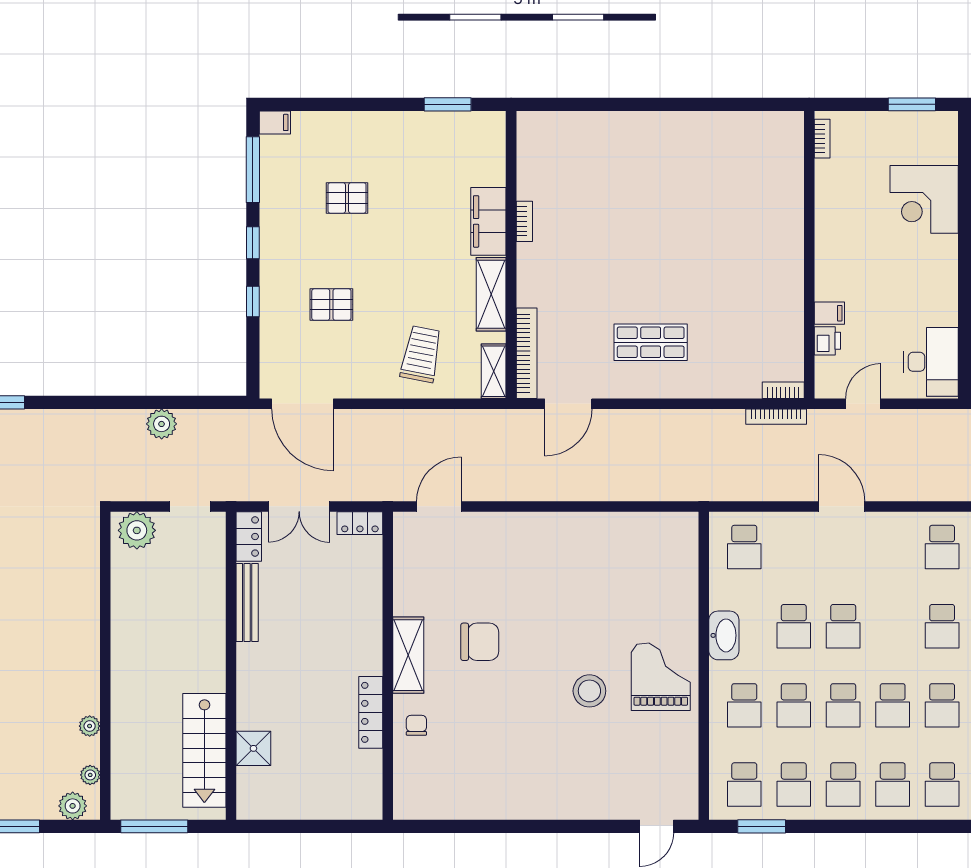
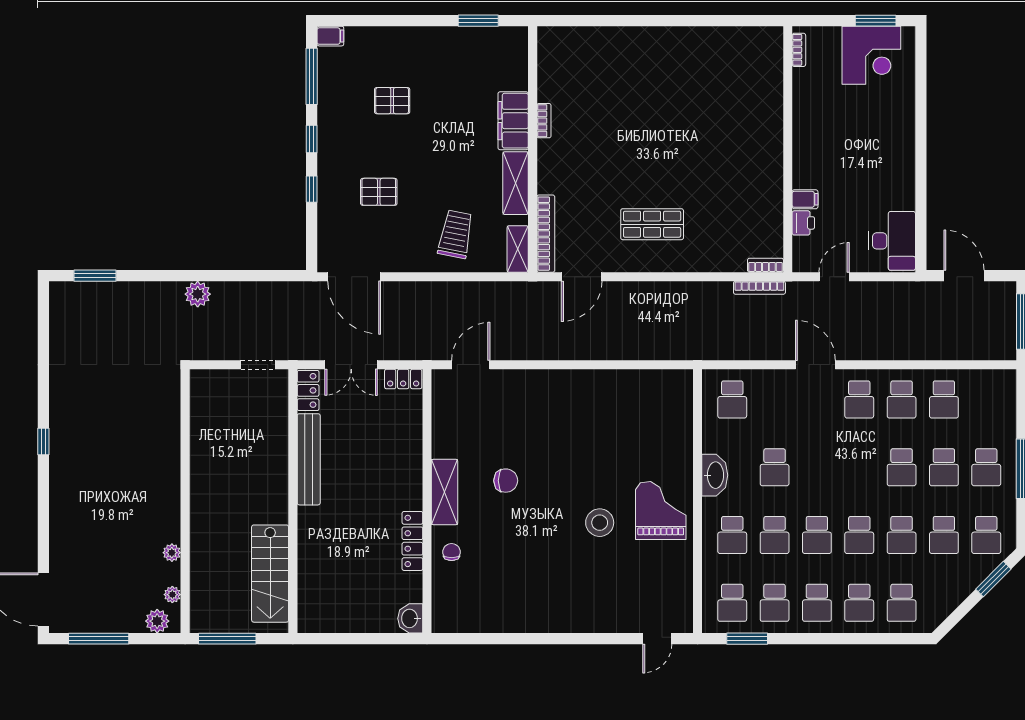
corner desk: (924, 199) -> (871, 55), moved, turned -90
plant: (162, 424) -> (198, 294), moved
plant: (137, 530) -> (212, 385), removed
bench: (247, 603) -> (309, 459), width x1.37, depth x1.21
school desk: (843, 626) -> (859, 399), moved
chair: (480, 642) -> (506, 481), width x0.73, depth x0.73
shower: (253, 748) -> (312, 572), removed
washbasin: (368, 803) -> (410, 618), added

